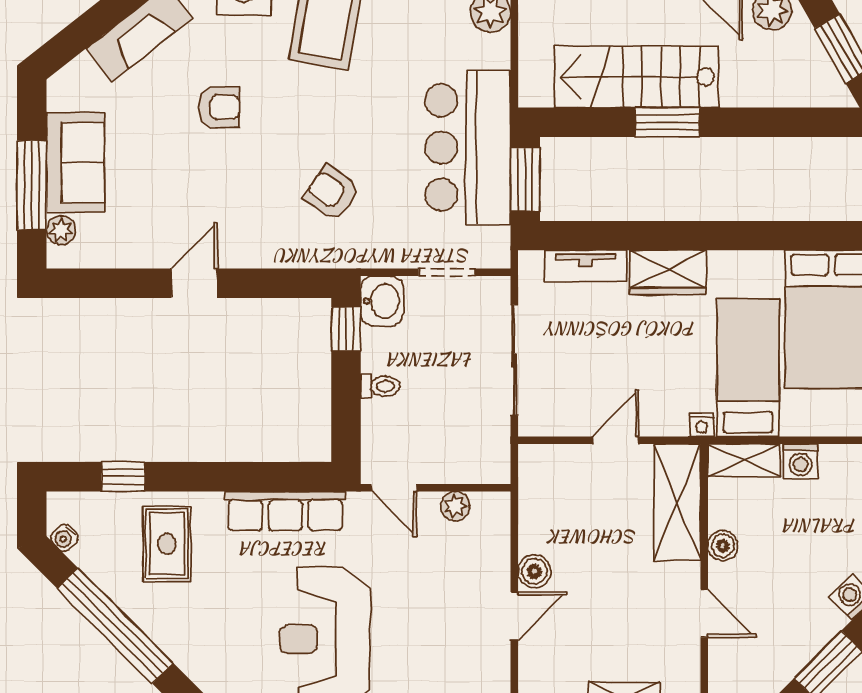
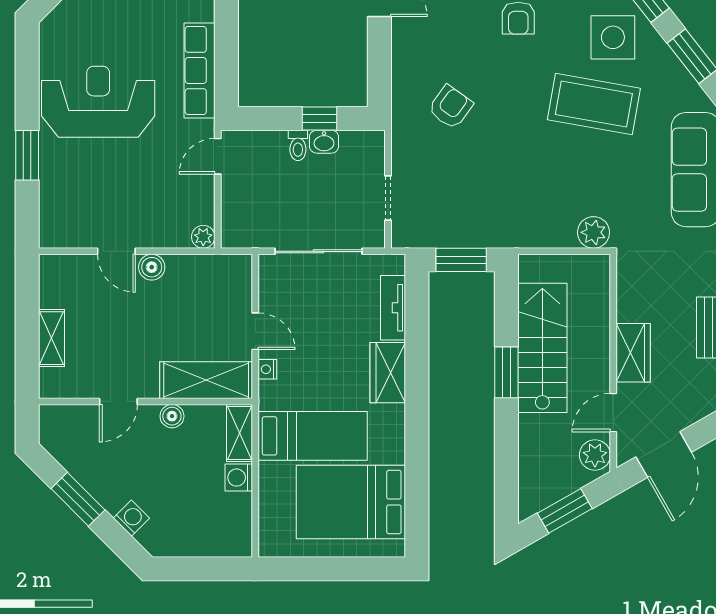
bar counter: (468, 147) -> (487, 215), removed
washbasin: (382, 301) -> (324, 142), moved, width x0.72, depth x0.69
window: (346, 329) -> (320, 118), moved
nightstand: (702, 425) -> (267, 369), moved
plant: (455, 506) -> (203, 237), moved

